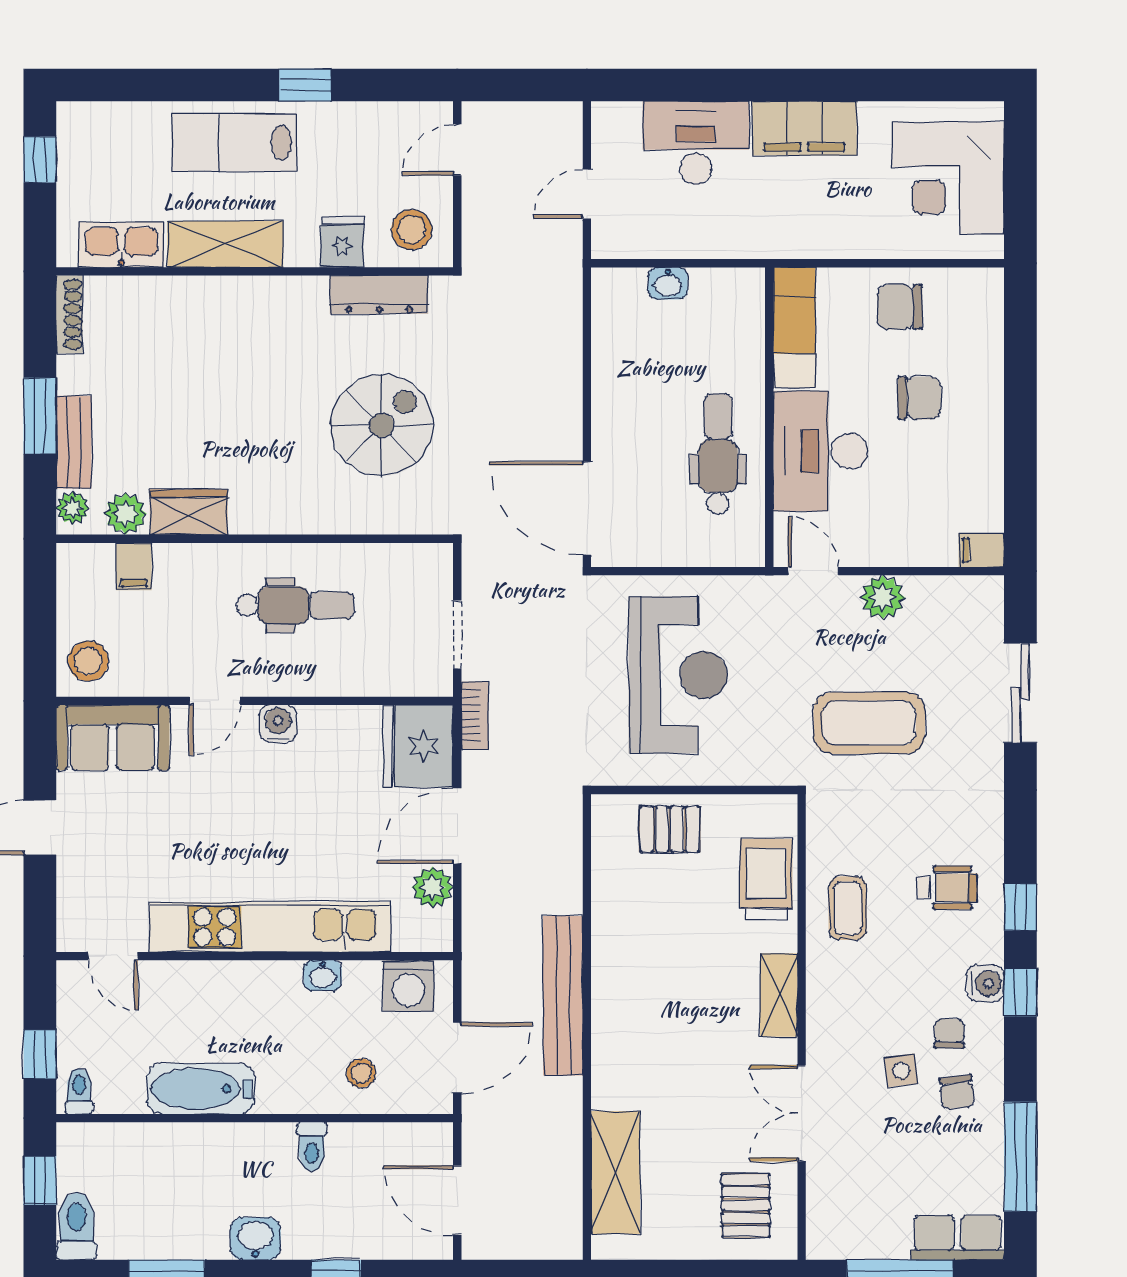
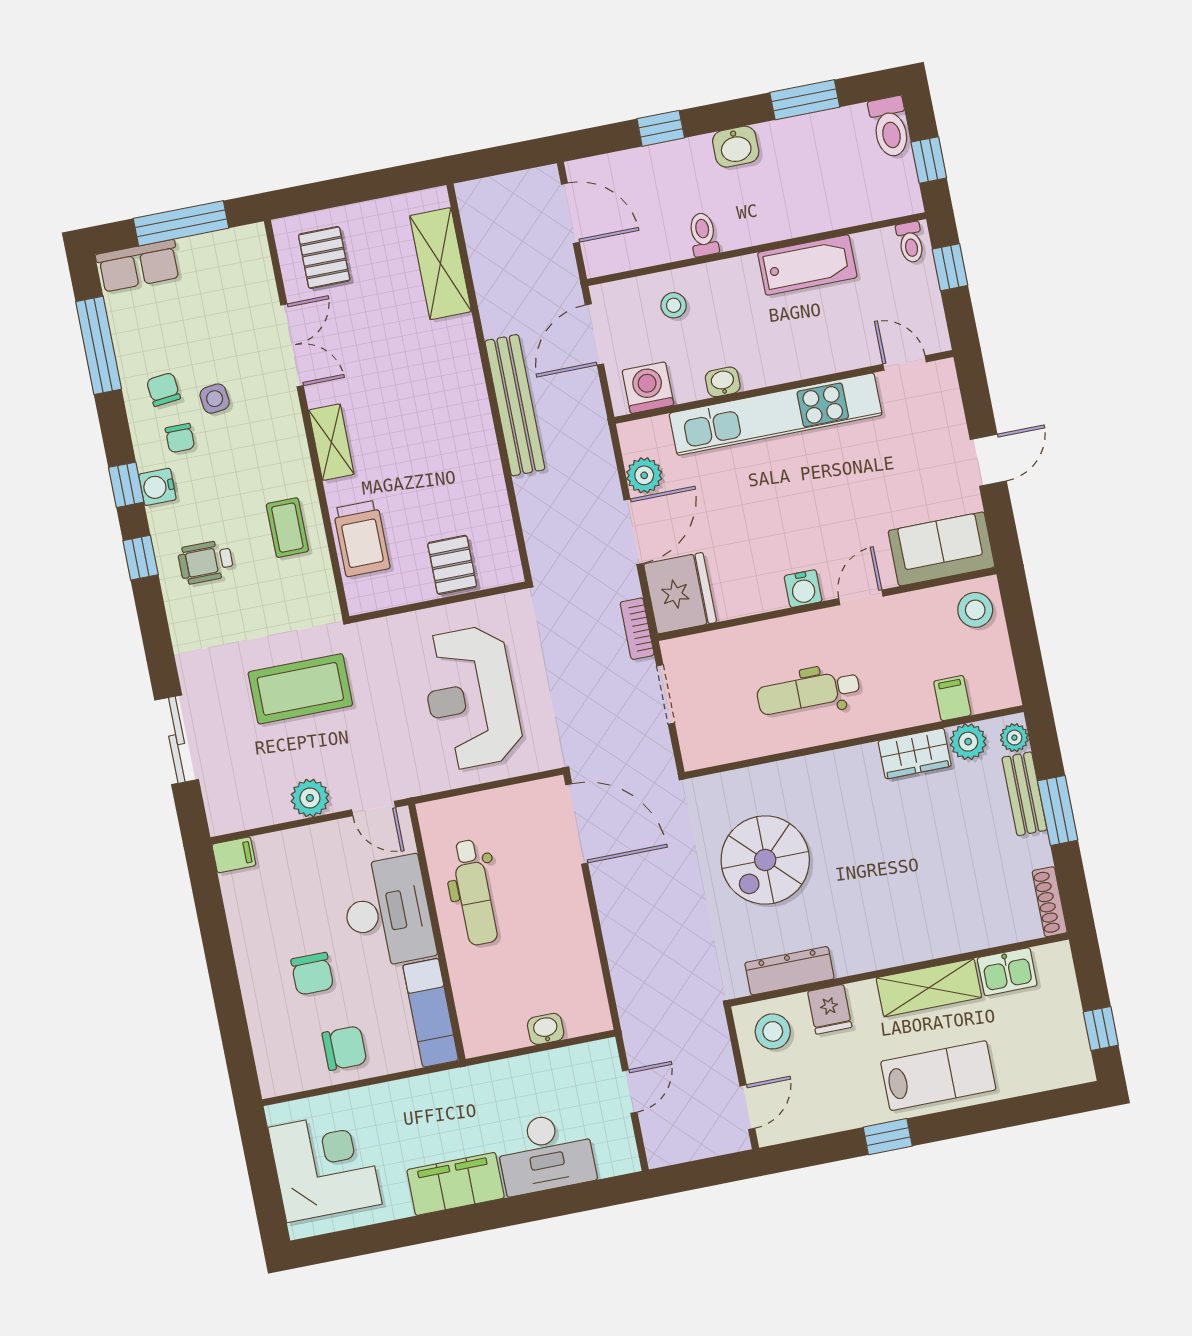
kitchen sink: (121, 245) -> (1007, 972), width x0.73
chair: (919, 398) -> (312, 974), turned -90
pallet: (670, 829) -> (452, 565), turned 90

